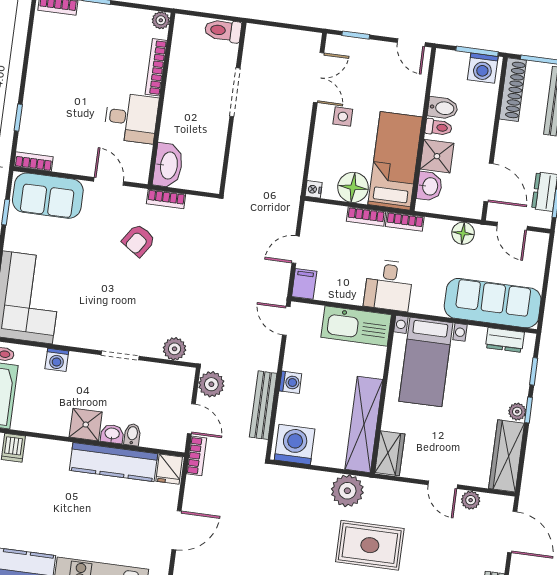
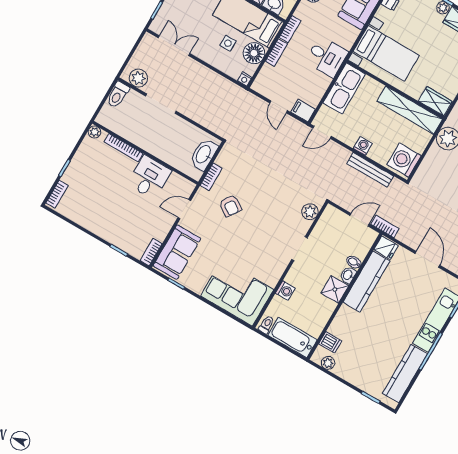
side table: (343, 117) -> (228, 43), moved
washbasin: (168, 165) -> (204, 154), moved, turned -90
plant: (211, 384) -> (138, 78), moved

